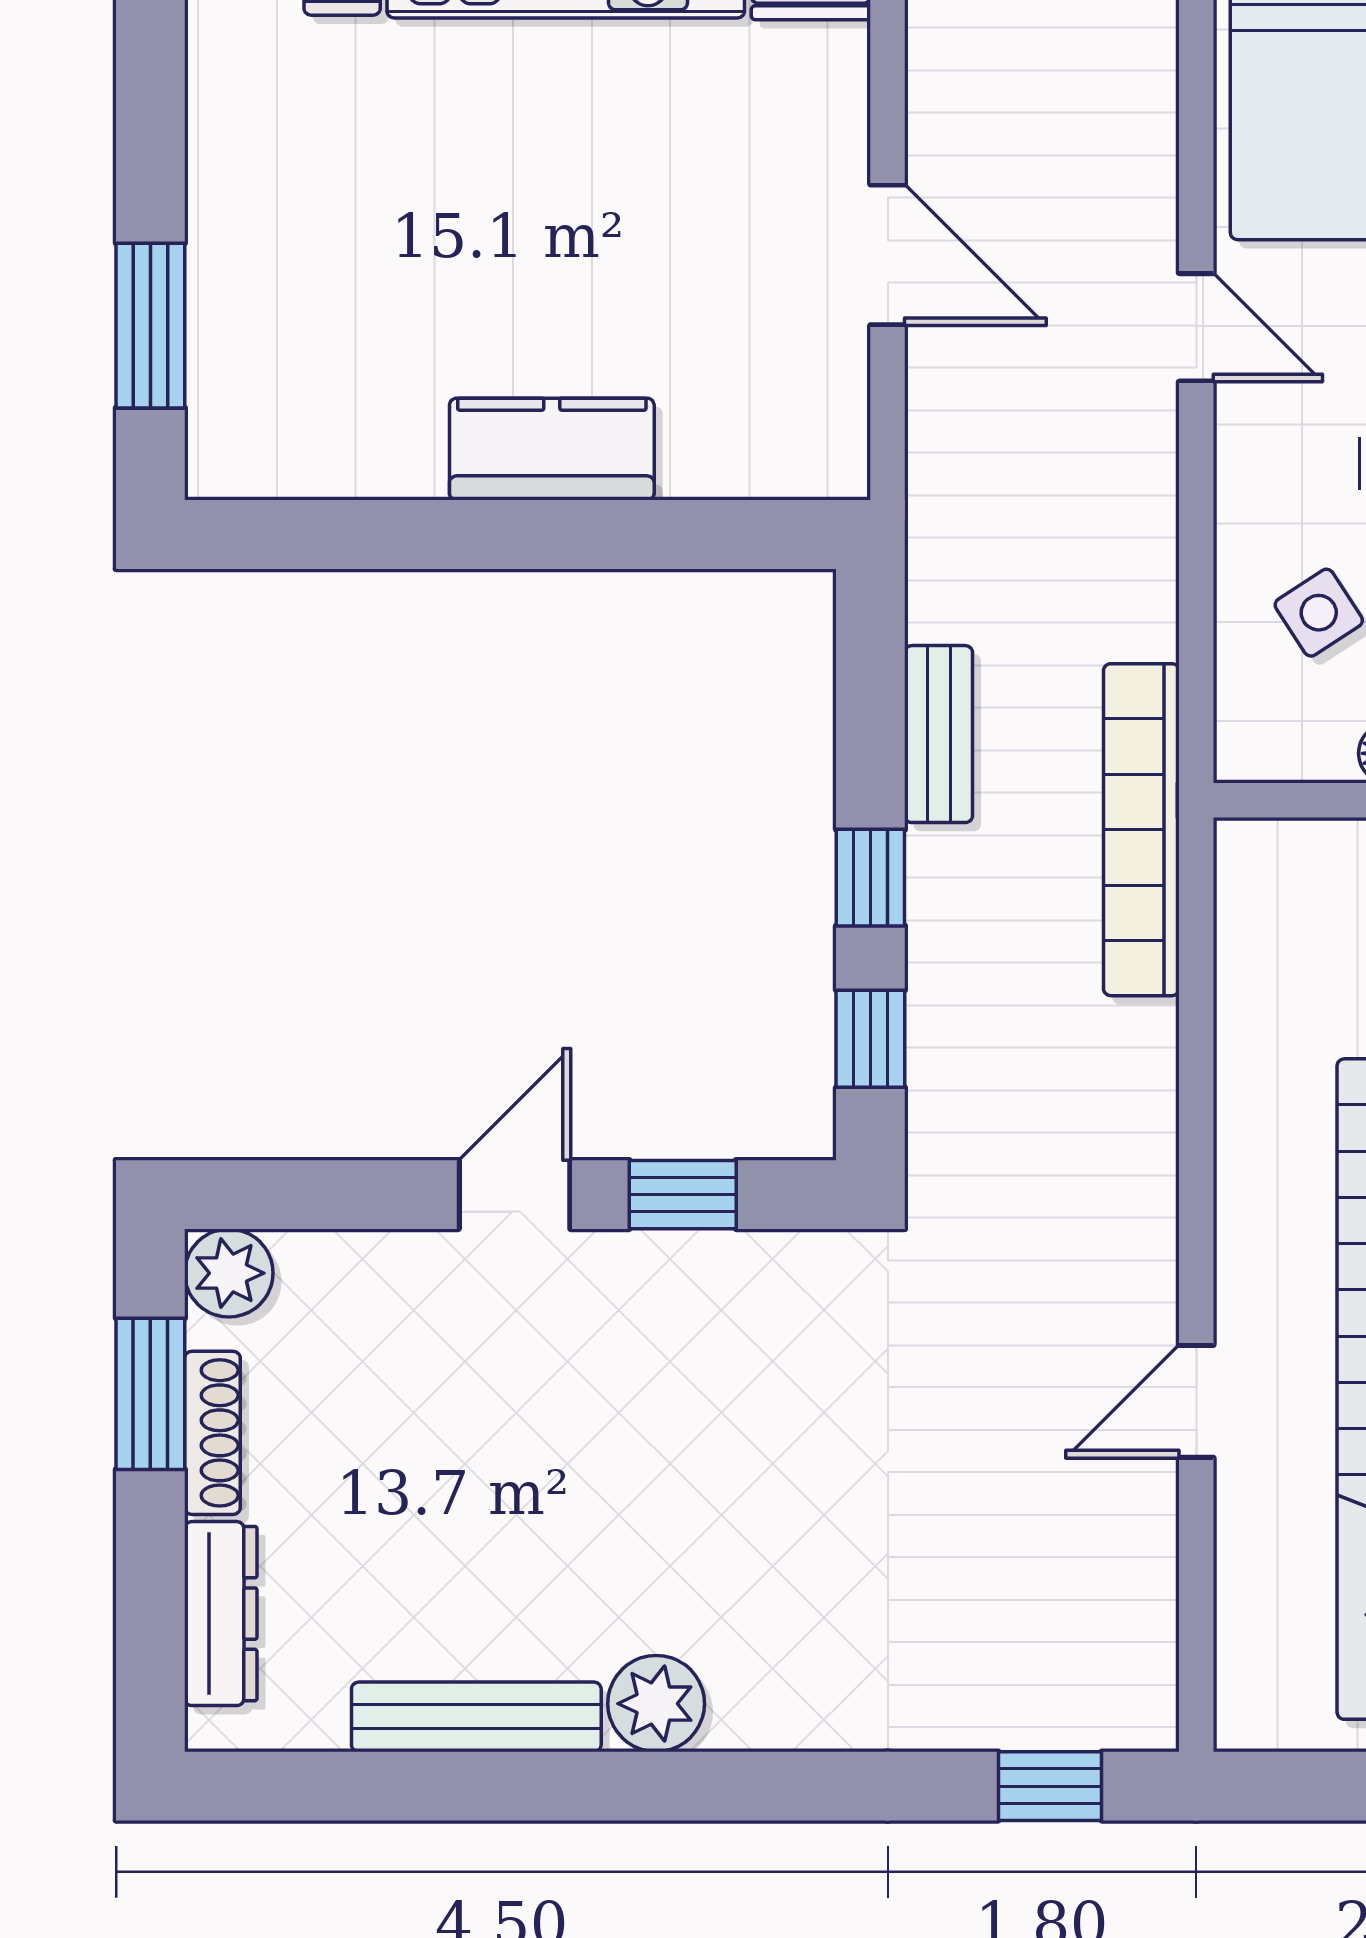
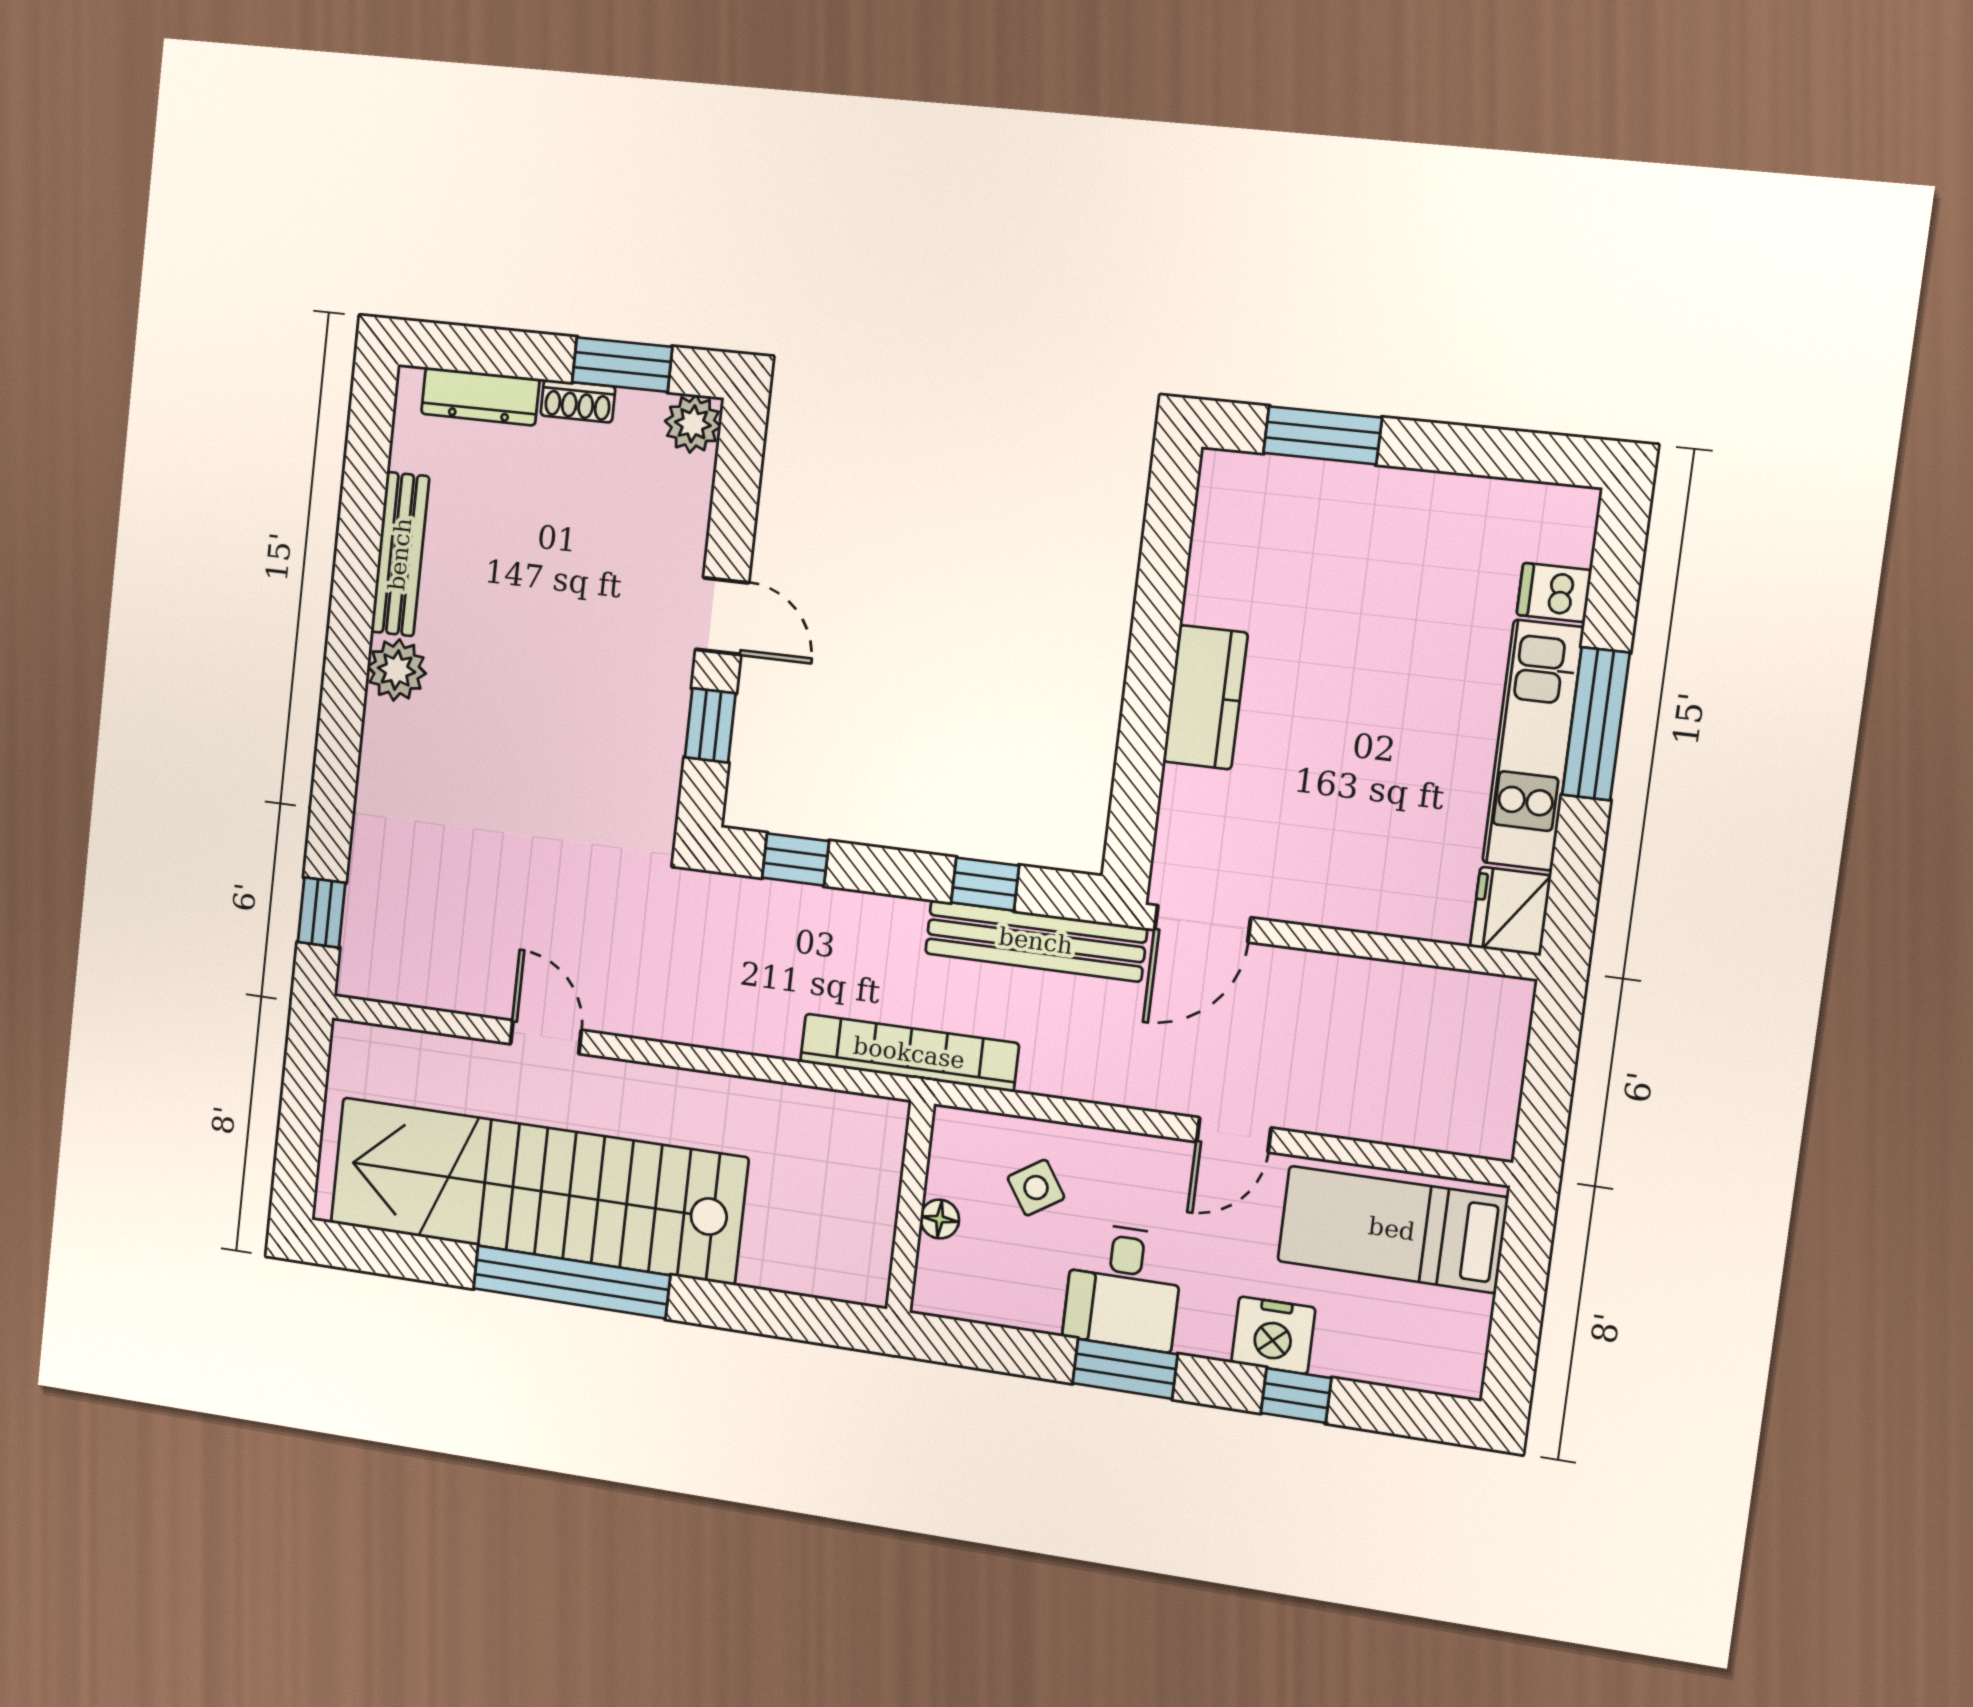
door: (888, 255) -> (1203, 924), moved
bench: (939, 734) -> (1036, 941), width x1.86, depth x1.21
window: (870, 878) -> (985, 884), moved
shoe rack: (212, 1433) -> (578, 401), width x0.70

